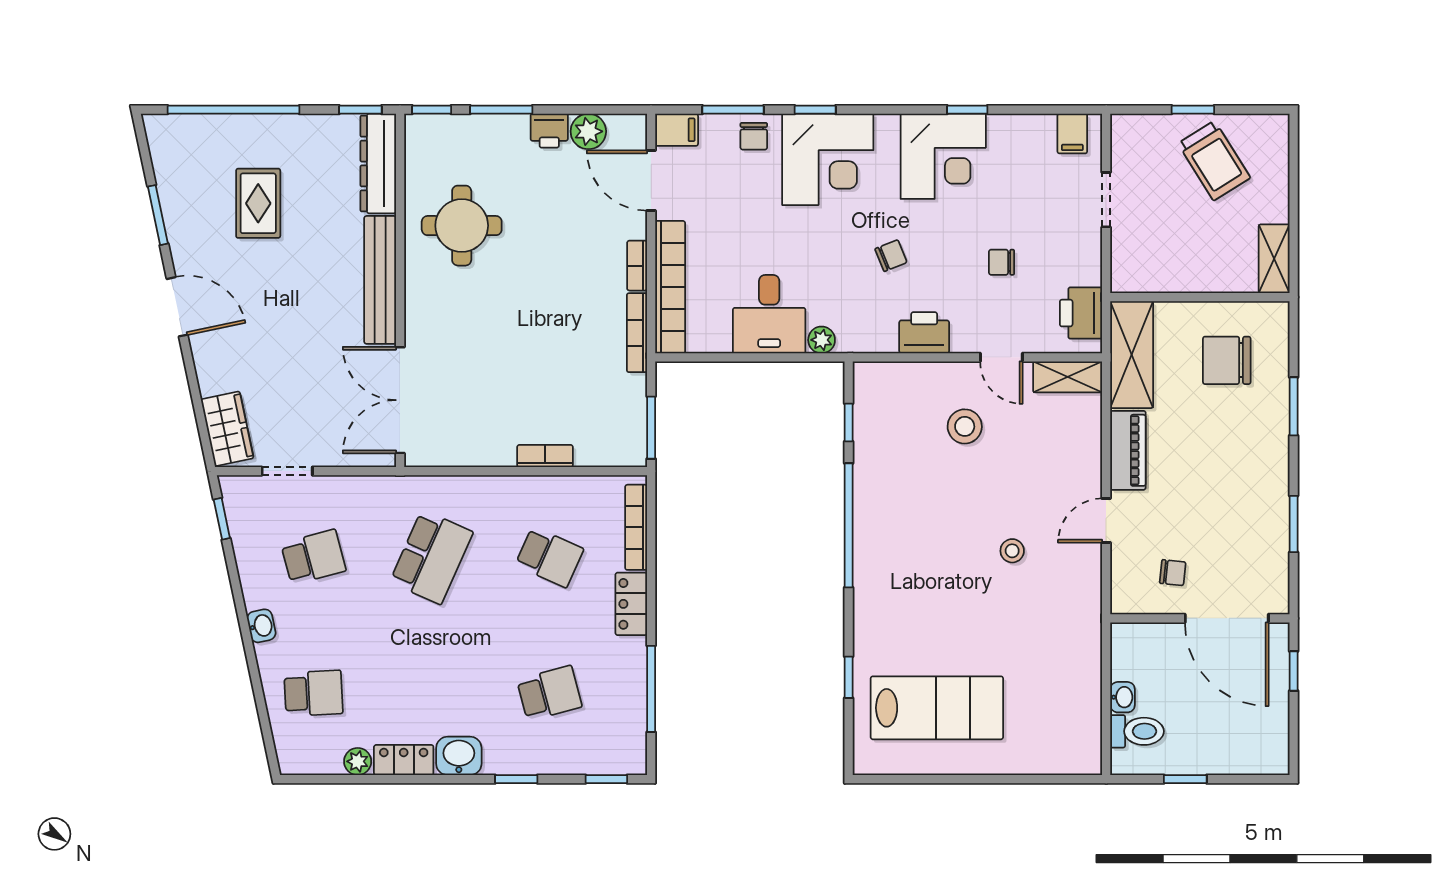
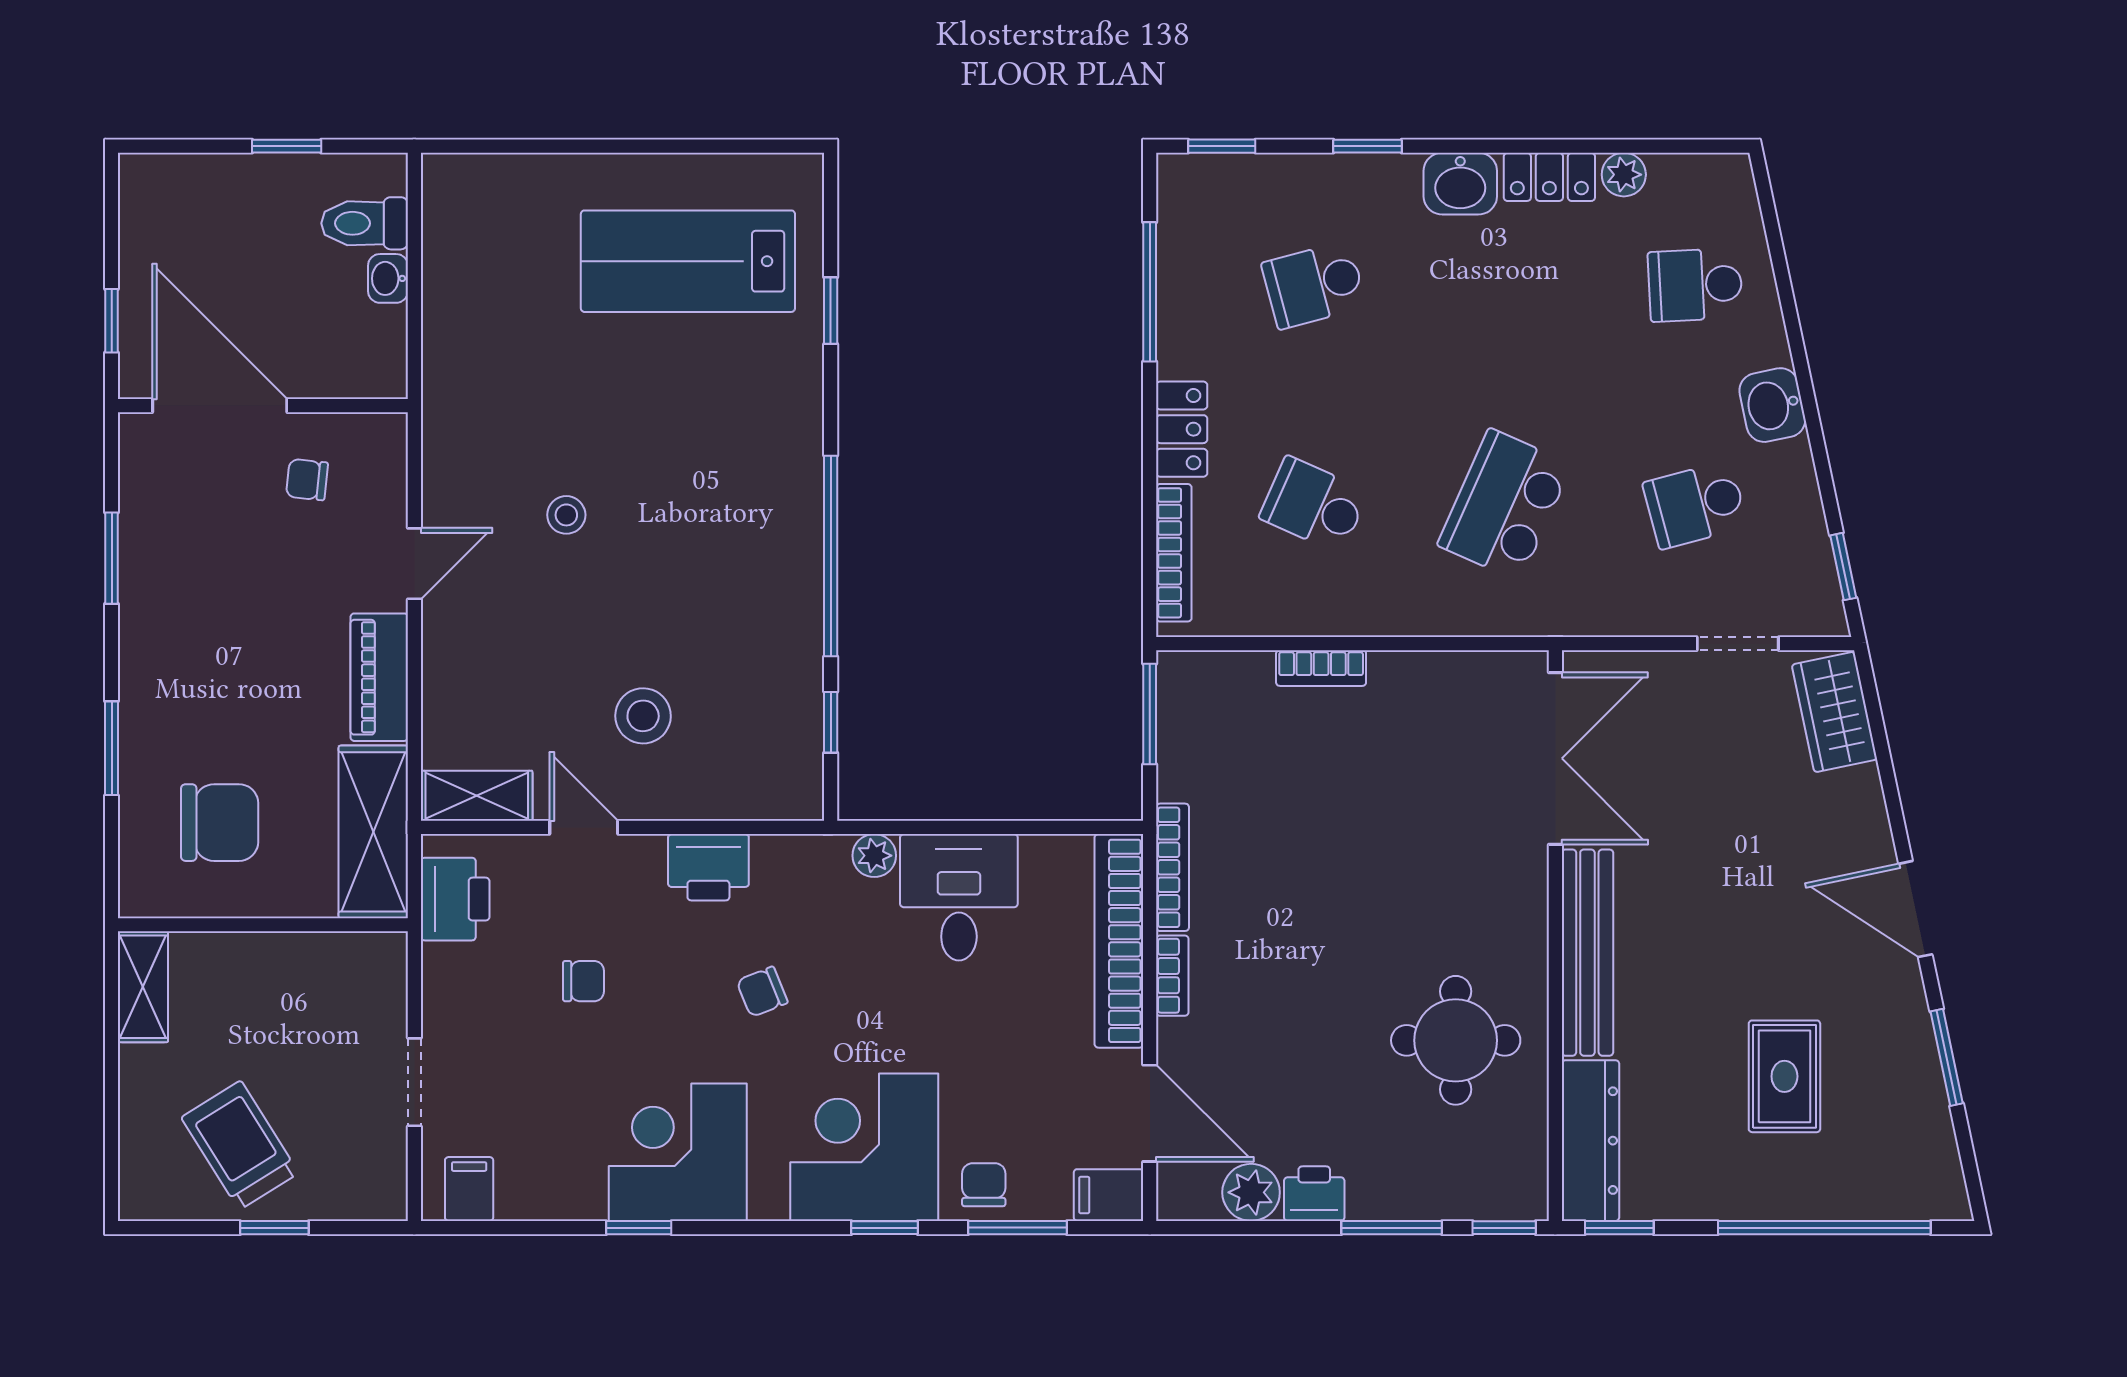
washbasin: (261, 626) -> (1772, 405), width x1.38, depth x1.45

